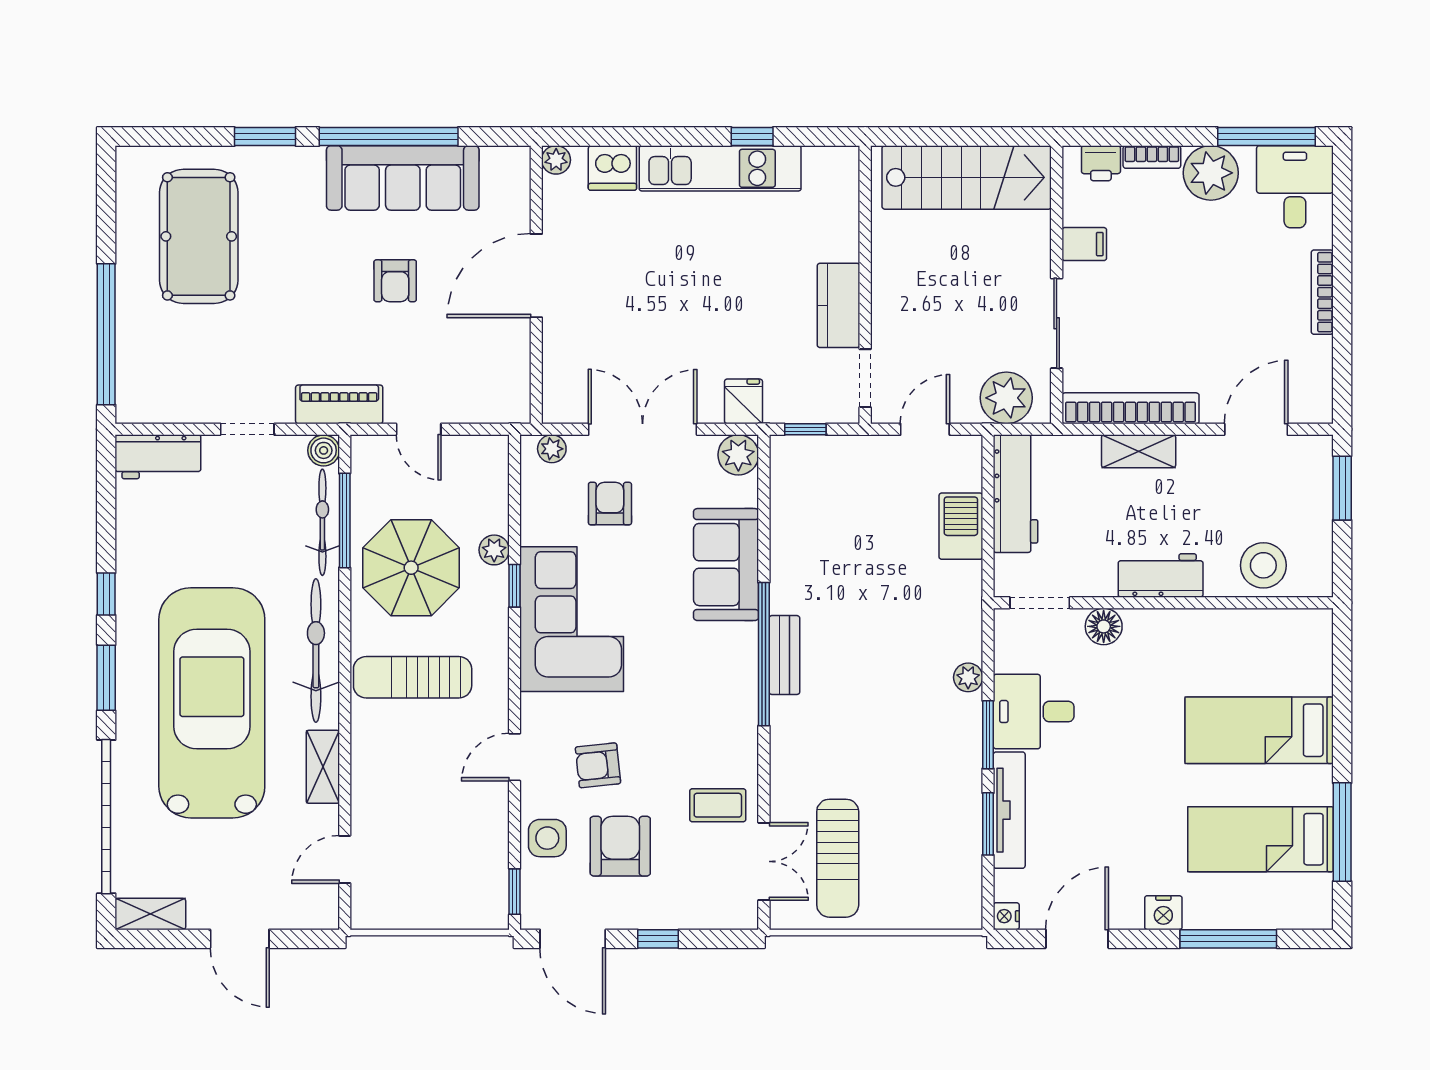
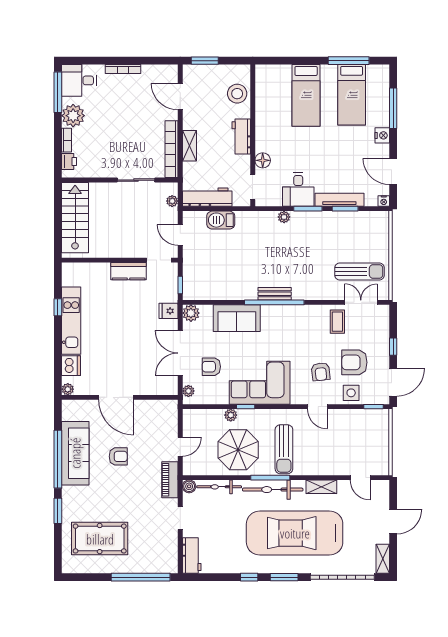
filing cabinet: (1084, 244) -> (103, 168), removed
plant: (1006, 398) -> (172, 201), width x0.53, depth x0.53
window: (345, 521) -> (270, 478), moved

